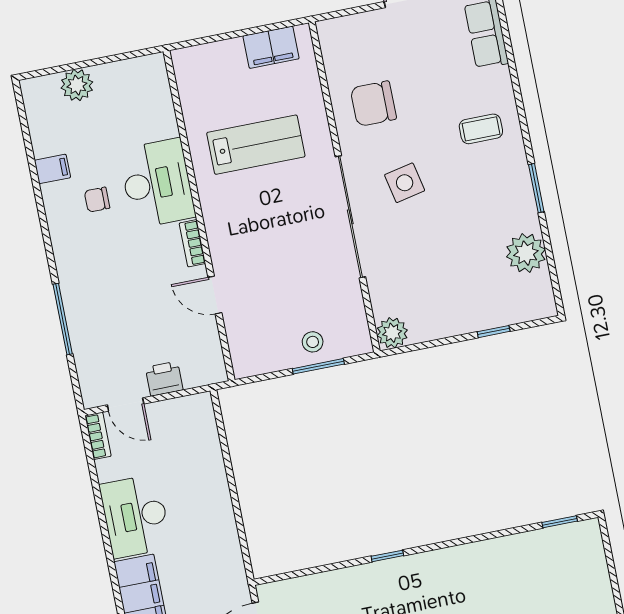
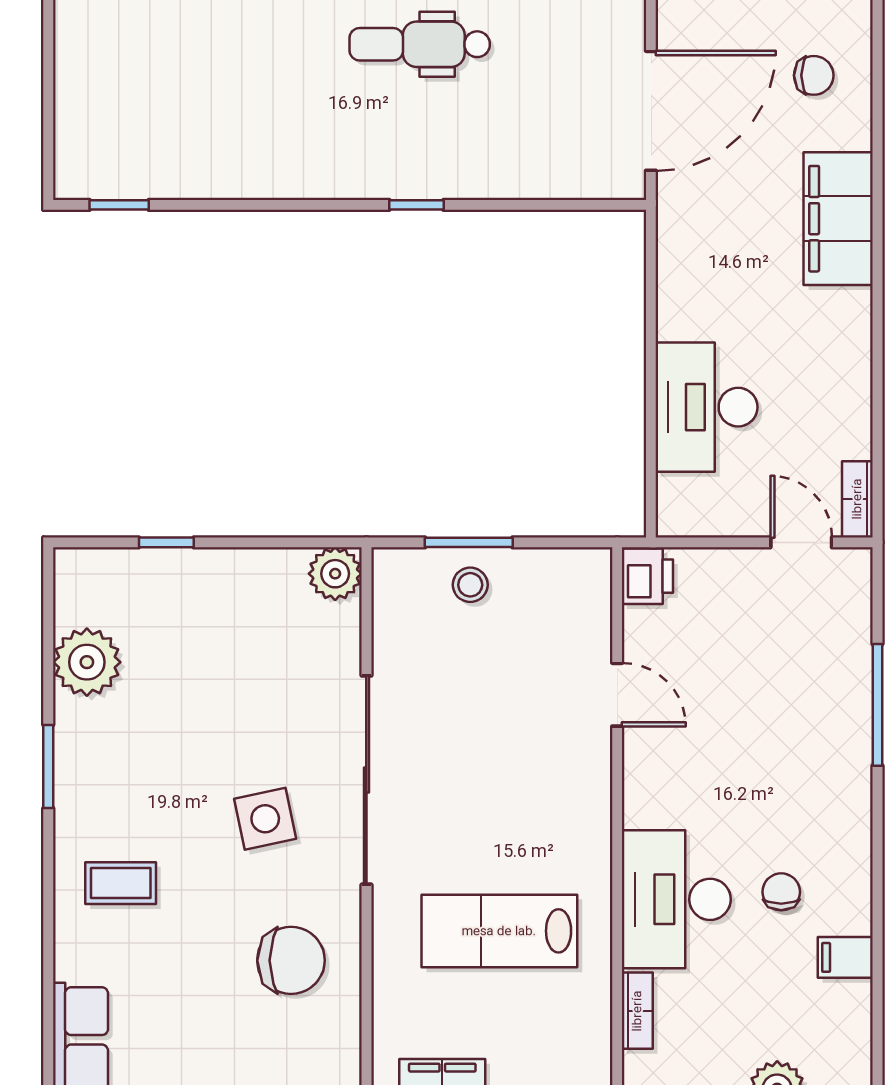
chair: (97, 200) -> (781, 892), turned -90
bookcase: (192, 243) -> (637, 1011), moved
printer: (164, 379) -> (647, 576), moved, turned -90
desk: (135, 516) -> (707, 407), moved, turned 180

